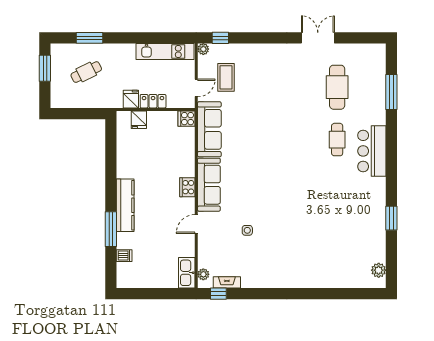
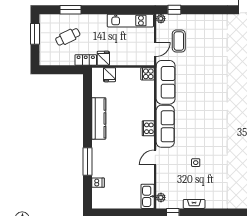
locker: (153, 101) -> (86, 60), moved
kitchen counter: (125, 205) -> (99, 118), moved
fireplace: (227, 282) -> (194, 204), moved

